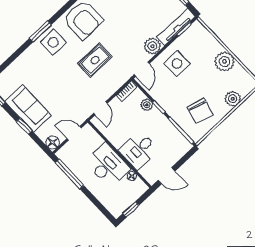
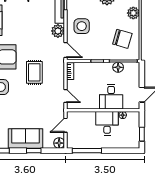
plant: (147, 105) -> (89, 67), removed
floor lamp: (171, 131) -> (118, 67), added
desk: (108, 165) -> (107, 123), width x0.73

